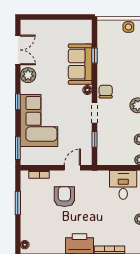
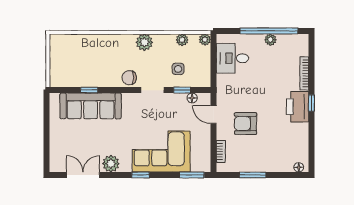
side table: (128, 27) -> (178, 69), moved
sofa: (80, 64) -> (91, 106), width x1.36
floor lamp: (87, 90) -> (192, 98), moved

